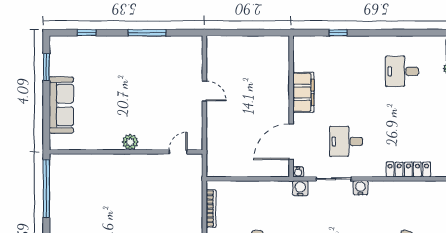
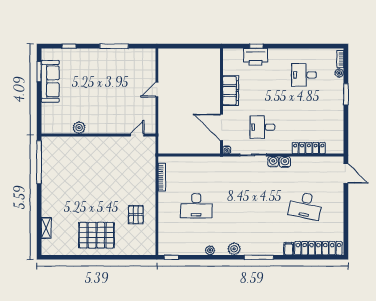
printer: (337, 47) -> (256, 57), added
door: (204, 91) -> (157, 90), swing flipped
sofa: (61, 105) -> (50, 81), moved
plant: (130, 142) -> (79, 128), moved
door: (291, 142) -> (221, 127), hinge flipped
water cooler: (300, 188) -> (285, 162), moved

